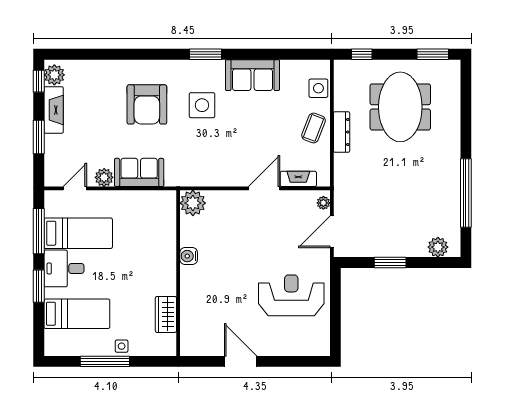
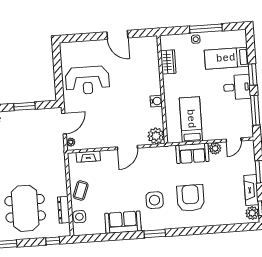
dresser: (342, 132) -> (64, 210), moved
door: (264, 188) -> (127, 148), moved
bed: (78, 233) -> (191, 119), moved, turned 90

